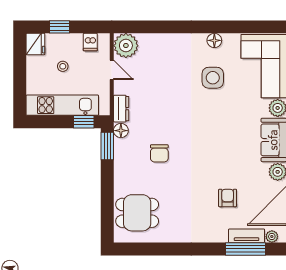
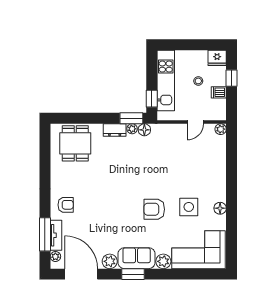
dishwasher: (90, 42) -> (219, 92), moved
plant: (126, 46) -> (221, 129), width x0.53, depth x0.53
dresser: (121, 109) -> (115, 130), moved
armchair: (216, 119) -> (154, 209), added
plant: (120, 145) -> (132, 129), added
chair: (159, 153) -> (125, 162), removed
armchair: (228, 198) -> (66, 205), moved

